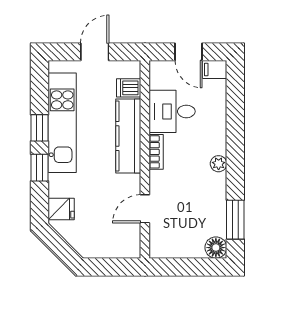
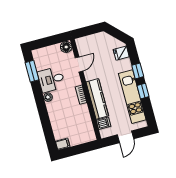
door: (188, 52) -> (78, 149), removed
desk: (172, 111) -> (51, 79), moved, turned 180
floor lamp: (216, 248) -> (66, 47), moved

